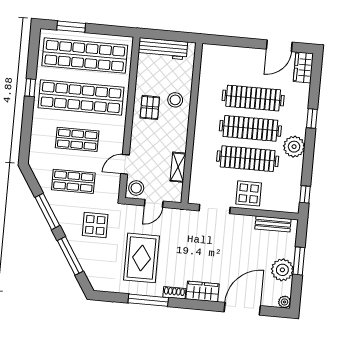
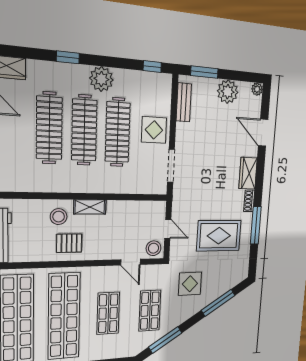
shelving: (178, 167) -> (90, 207), moved
window: (47, 211) -> (165, 340), moved
window: (299, 261) -> (204, 72), moved
door: (242, 309) -> (263, 133), width x0.73

